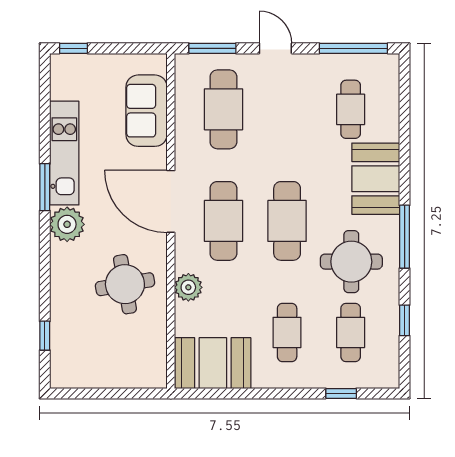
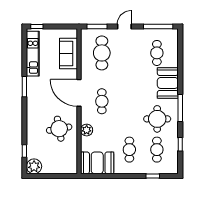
door: (275, 48) -> (124, 27), hinge flipped
kitchen unit: (64, 153) -> (33, 54), moved
cafe table: (223, 221) -> (102, 101), width x0.73, depth x0.74
cafe table: (287, 221) -> (129, 101), removed
plant: (67, 224) -> (34, 166), moved

